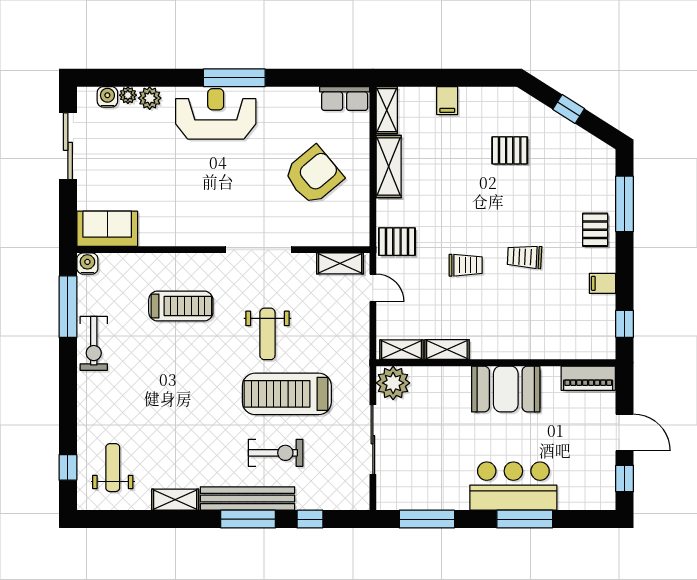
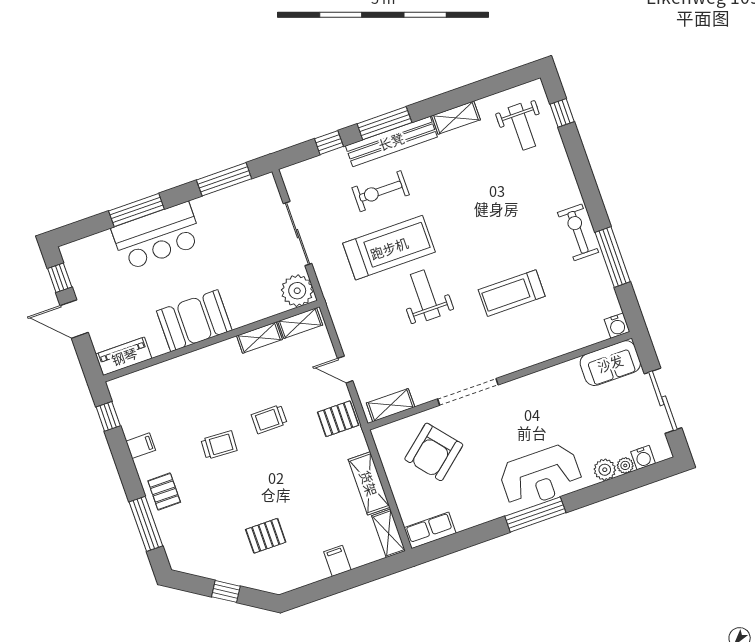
sofa: (107, 229) -> (610, 363), moved
wall: (223, 250) -> (500, 381), moved
doorway: (259, 250) -> (468, 392), moved
shelving: (340, 263) -> (391, 405), moved
water cooler: (87, 264) -> (617, 326), moved

